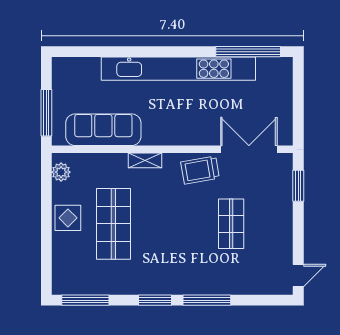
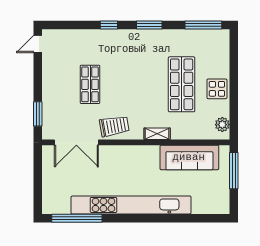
window: (207, 300) -> (109, 25), width x0.46

